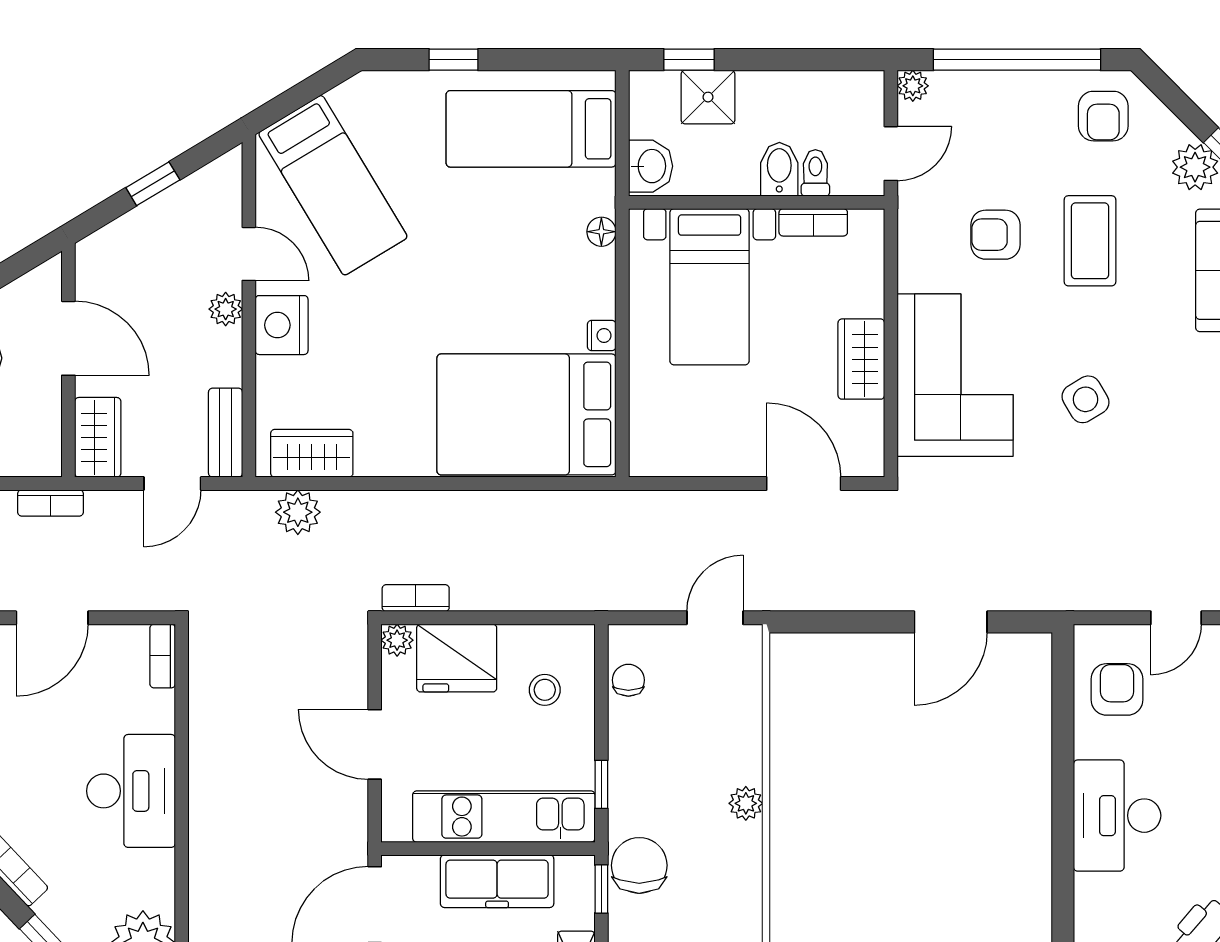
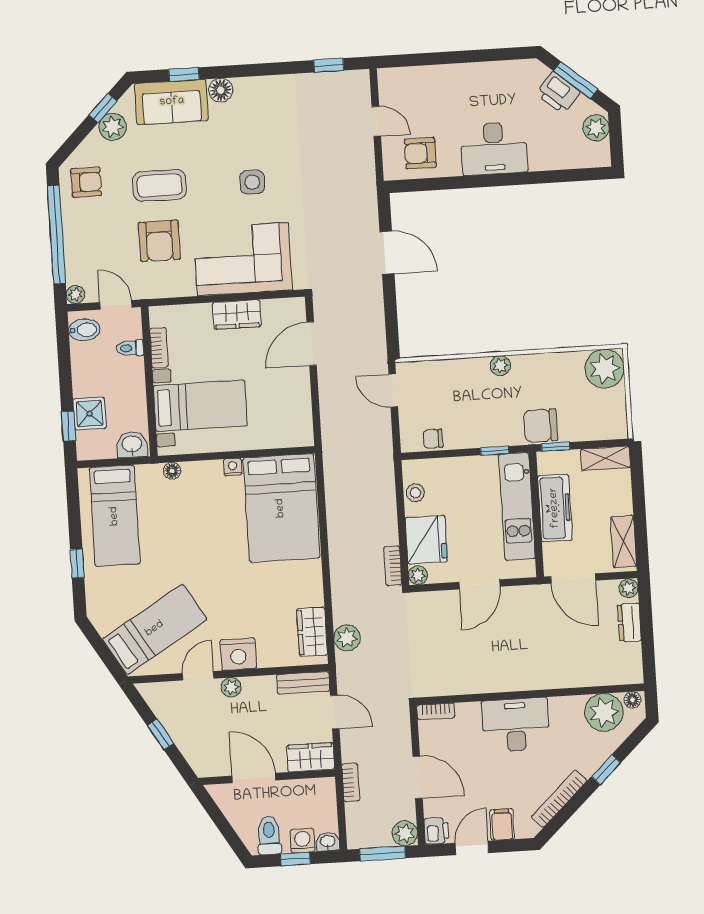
bidet: (779, 169) -> (84, 330), moved, turned 180
armchair: (995, 235) -> (159, 241), width x1.38, depth x1.38
door: (68, 338) -> (254, 778), hinge flipped
side table: (1085, 399) -> (252, 182), turned 31
stool: (545, 690) -> (415, 493), moved

